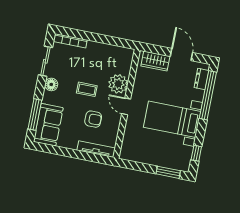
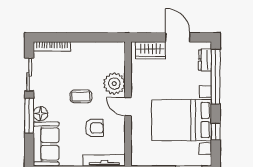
floor lamp: (51, 84) -> (41, 114), moved
window: (35, 114) -> (29, 116), moved
bed with nightstands: (172, 119) -> (182, 120), width x1.36
window: (196, 153) -> (216, 132), moved

